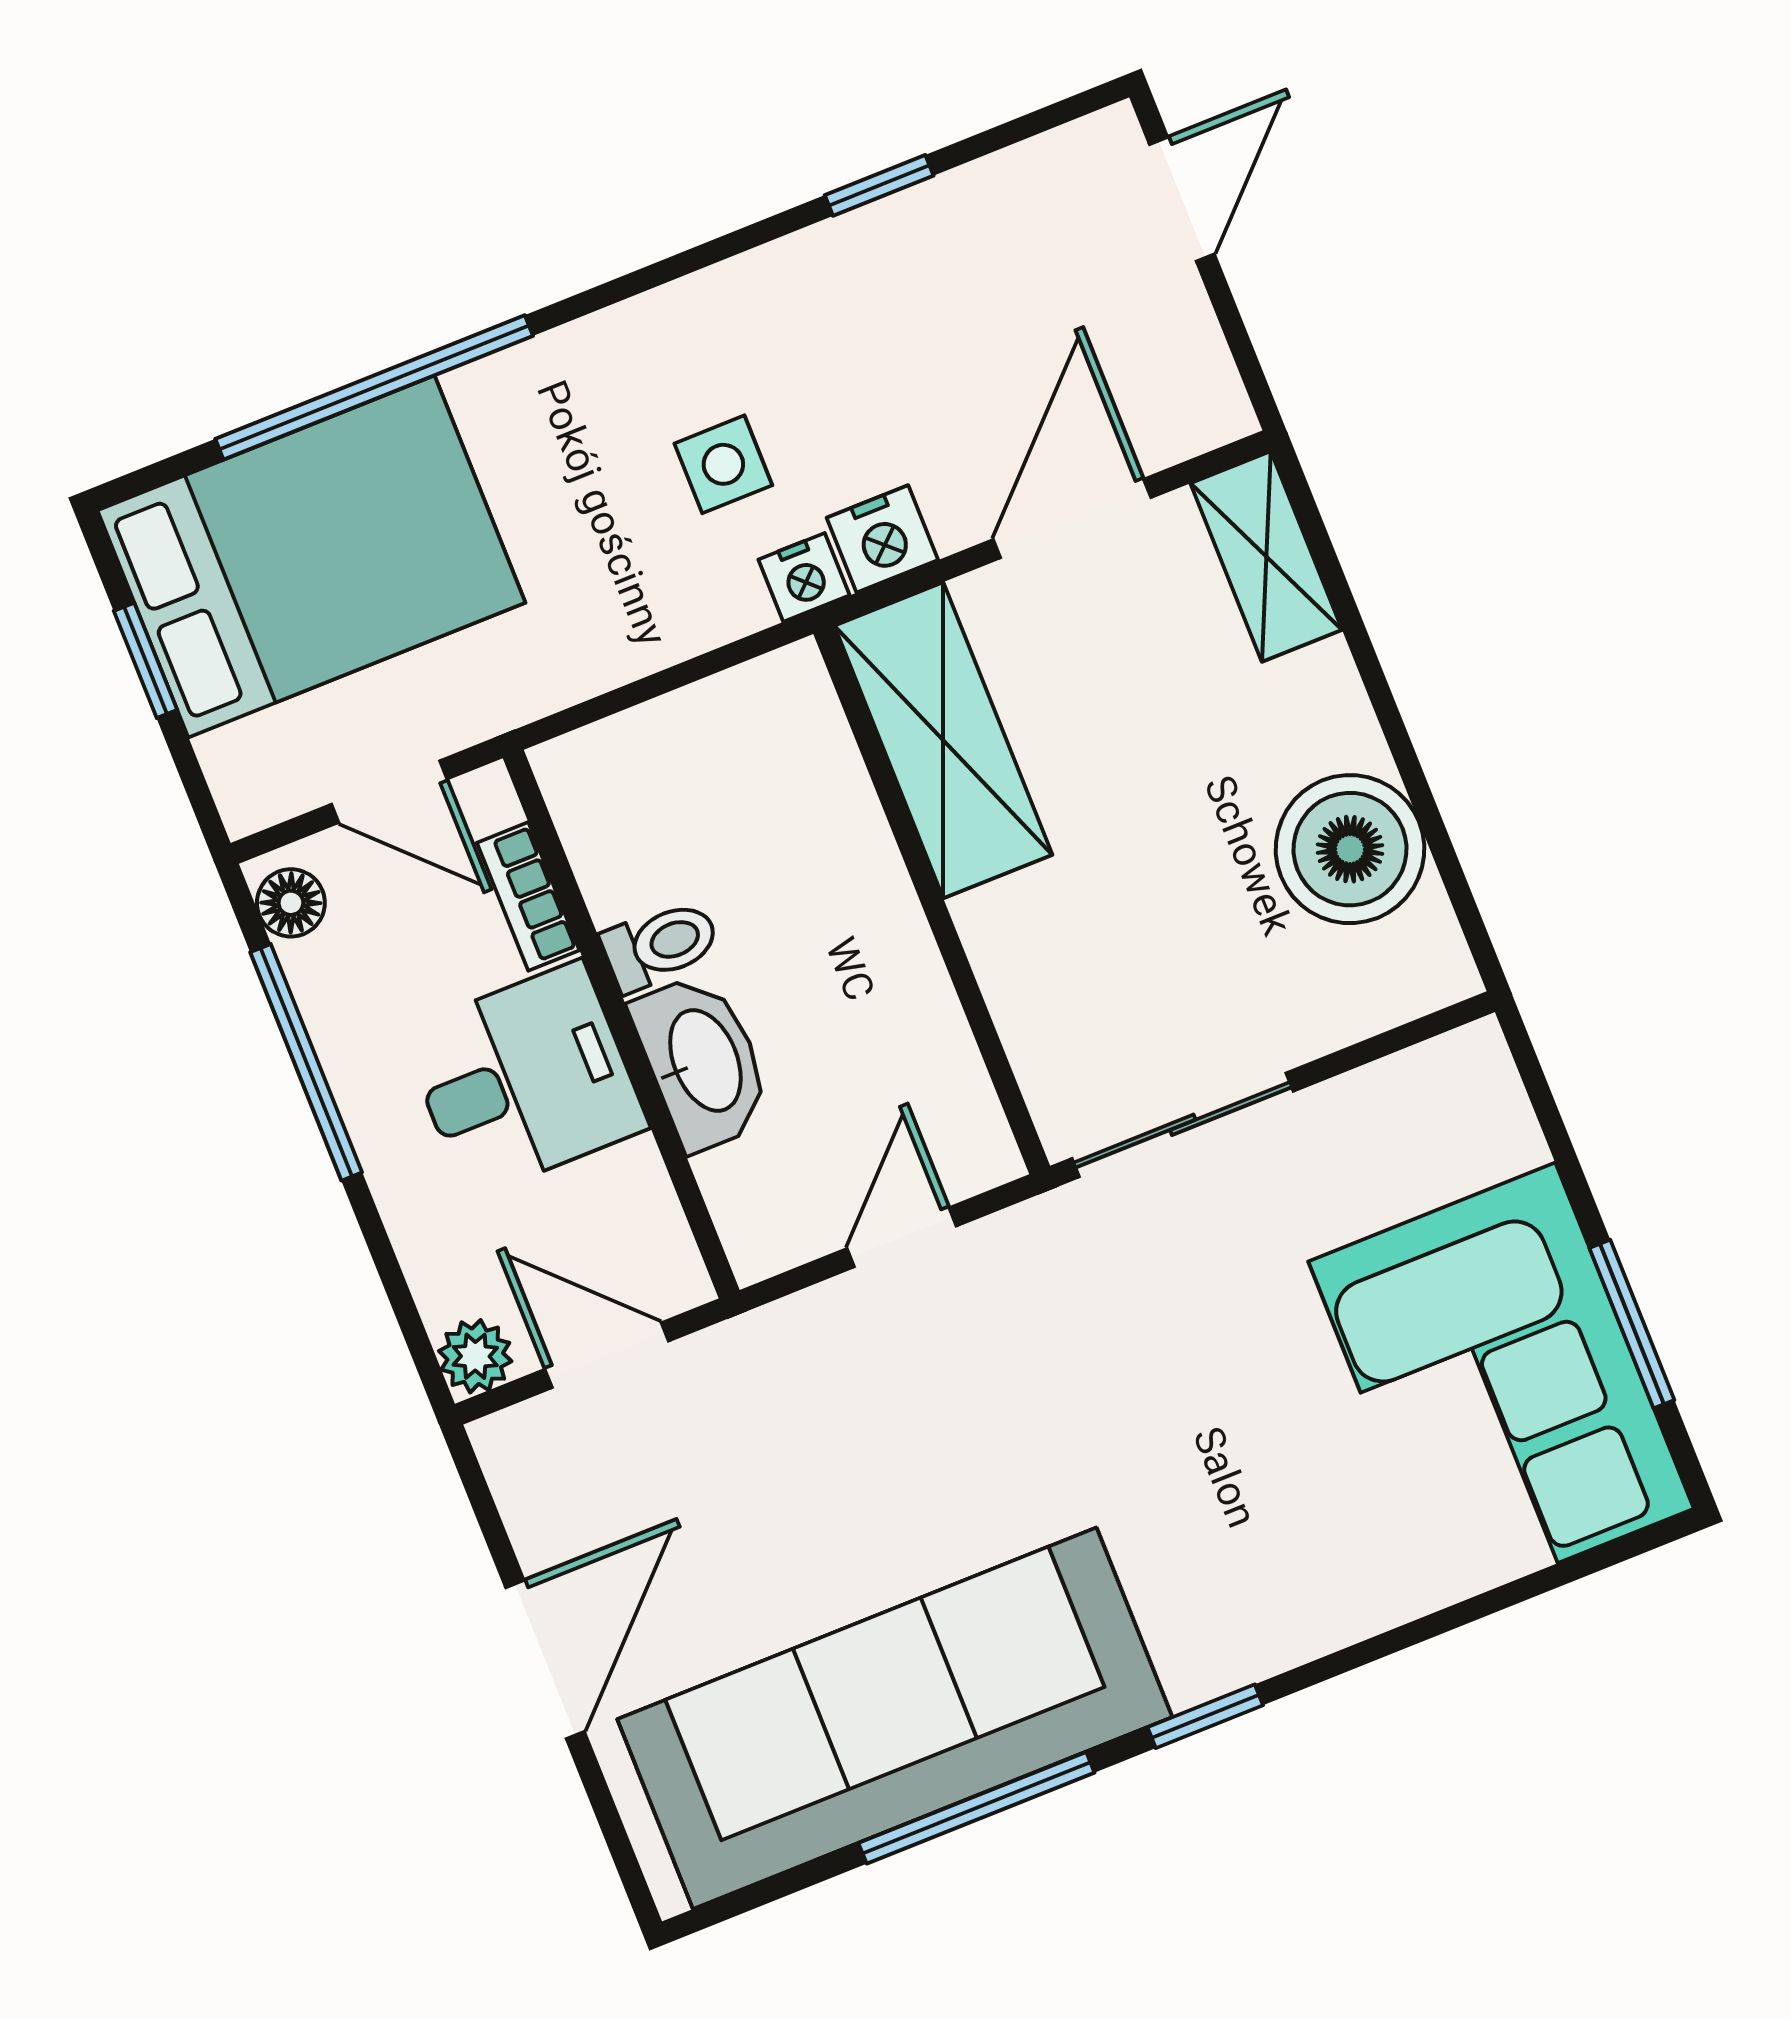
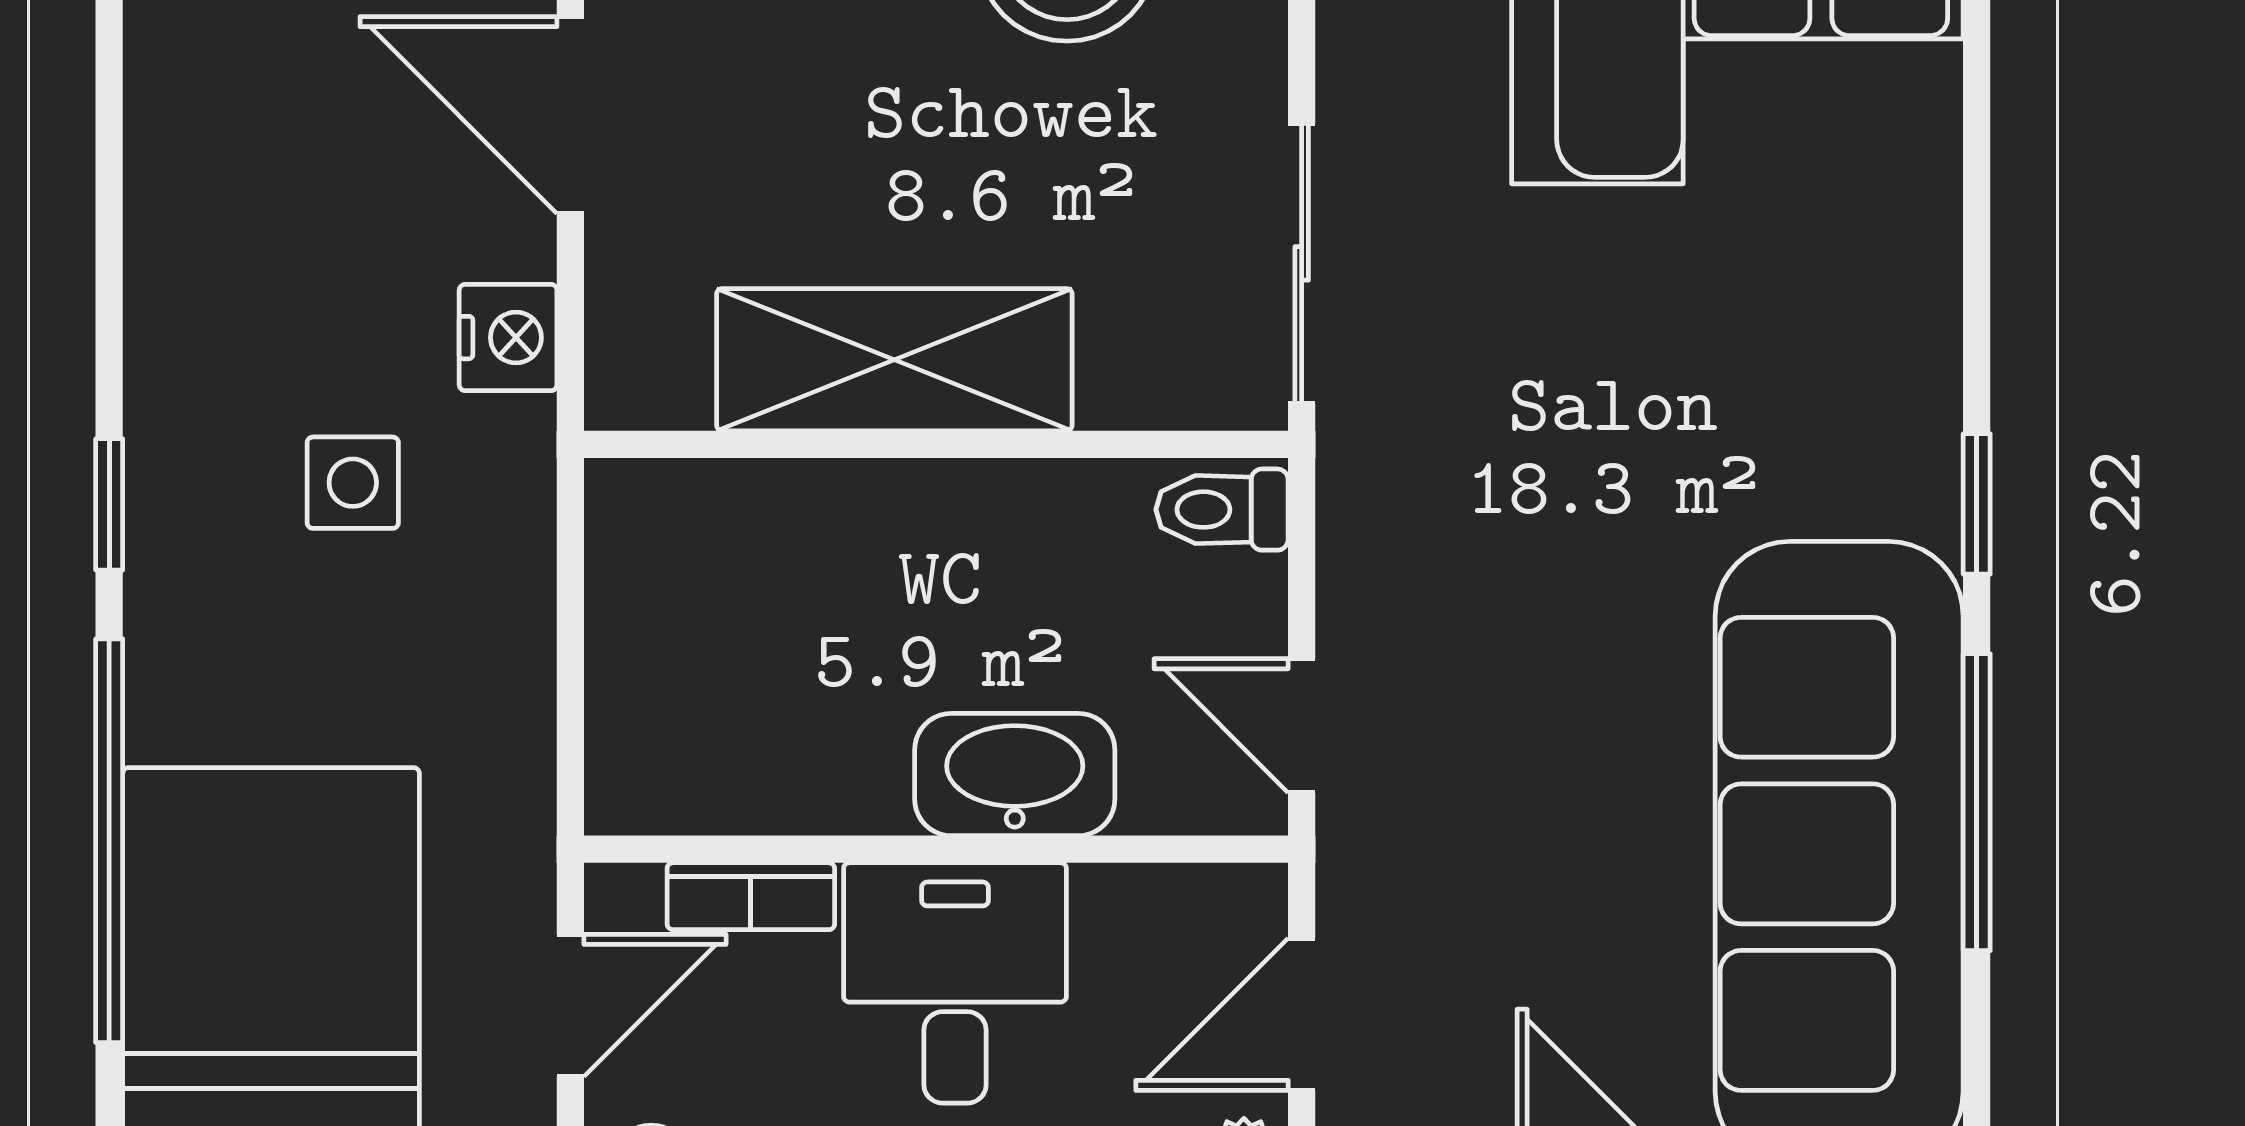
window: (879, 185) -> (109, 504), moved
nightstand: (804, 577) -> (516, 443), removed
shelving: (943, 740) -> (894, 360), moved
toilet: (661, 945) -> (1222, 510), moved, turned -90
door: (902, 1237) -> (1302, 726), moved

